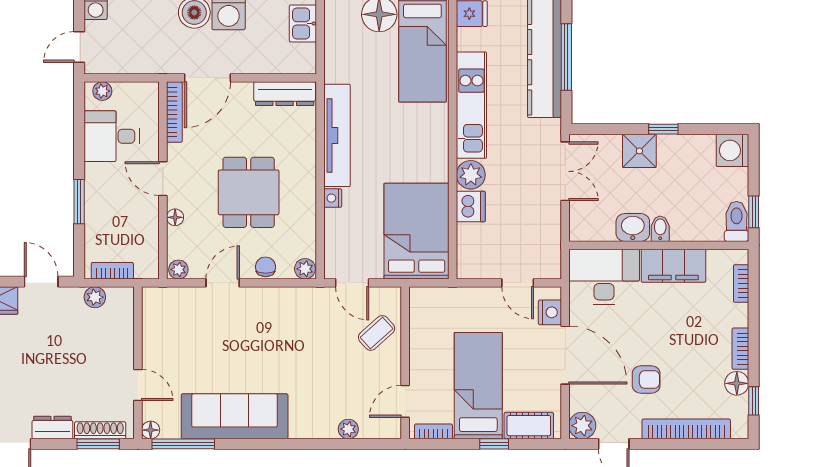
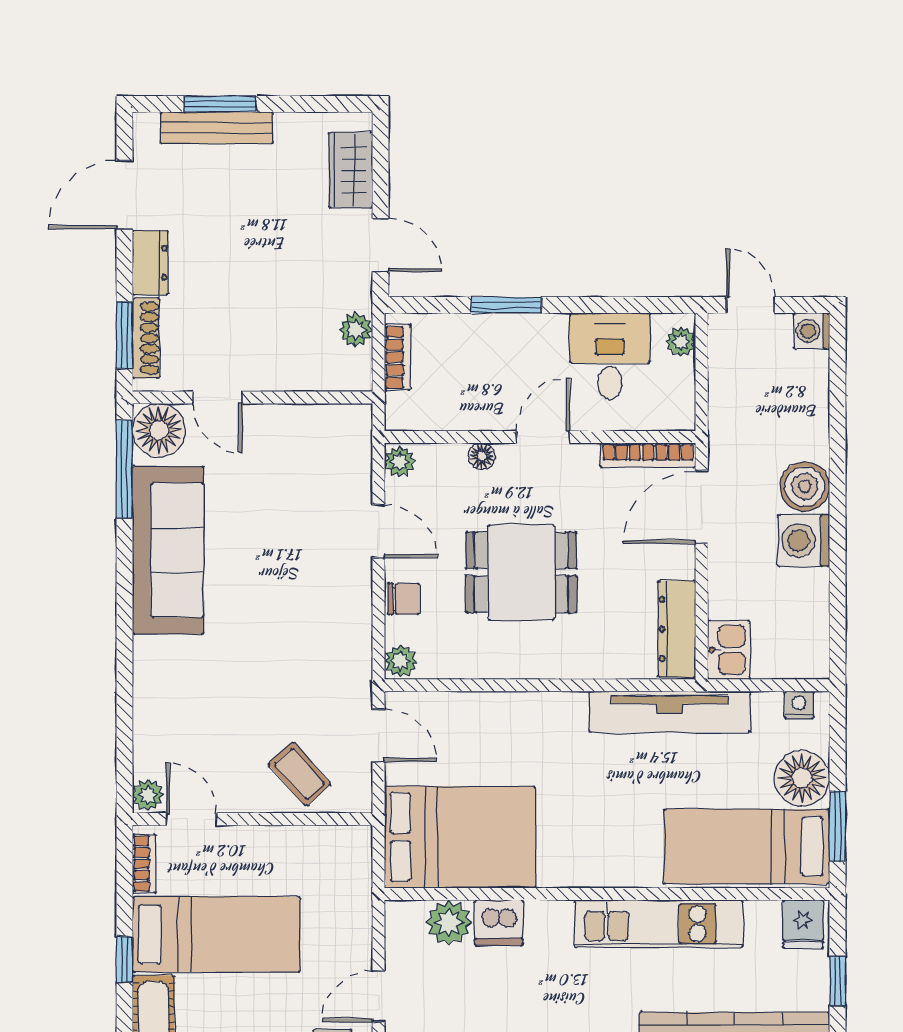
kitchen sink: (303, 23) -> (729, 650), moved, turned 90
door: (207, 78) -> (702, 507), hinge flipped
tv unit: (337, 135) -> (670, 712), moved
plant: (471, 175) -> (449, 923), moved
nightstand: (333, 198) -> (799, 705), moved
door: (41, 282) -> (380, 245), hinge flipped
door: (352, 283) -> (379, 735), swing flipped
door: (138, 385) -> (217, 398), hinge flipped
plant: (348, 429) -> (148, 795), moved
floor lamp: (151, 430) -> (159, 430), width x1.89, depth x1.89

